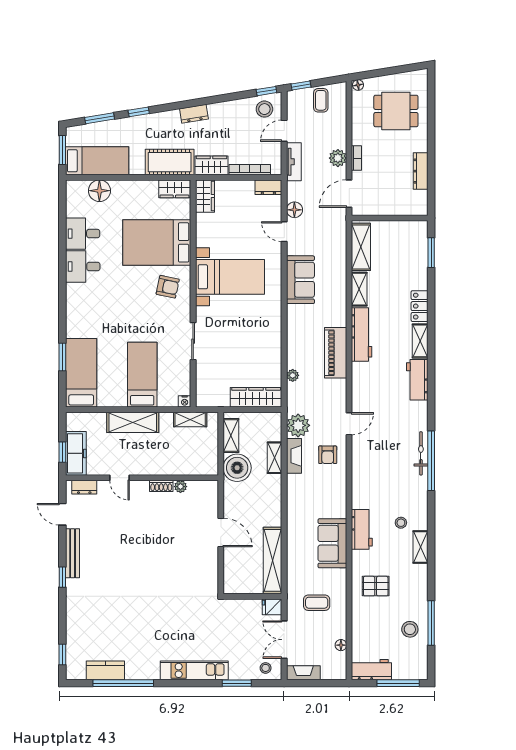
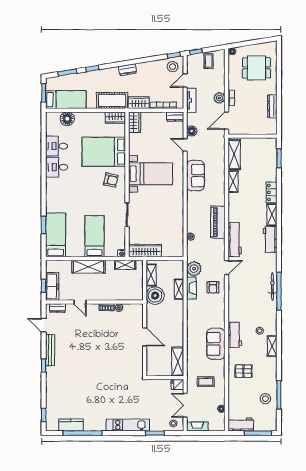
workbench: (362, 334) -> (235, 239), moved
wardrobe: (256, 397) -> (145, 251), moved
shelving: (273, 560) -> (178, 362), width x0.68

